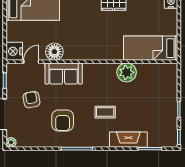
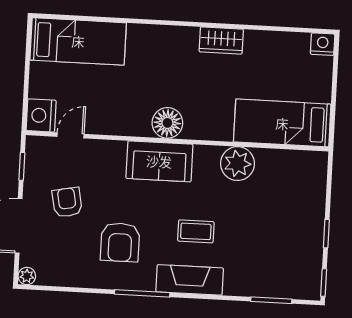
floor lamp: (54, 52) -> (167, 123), moved
sofa: (64, 74) -> (159, 161), moved
fireplace: (128, 140) -> (190, 280), moved

